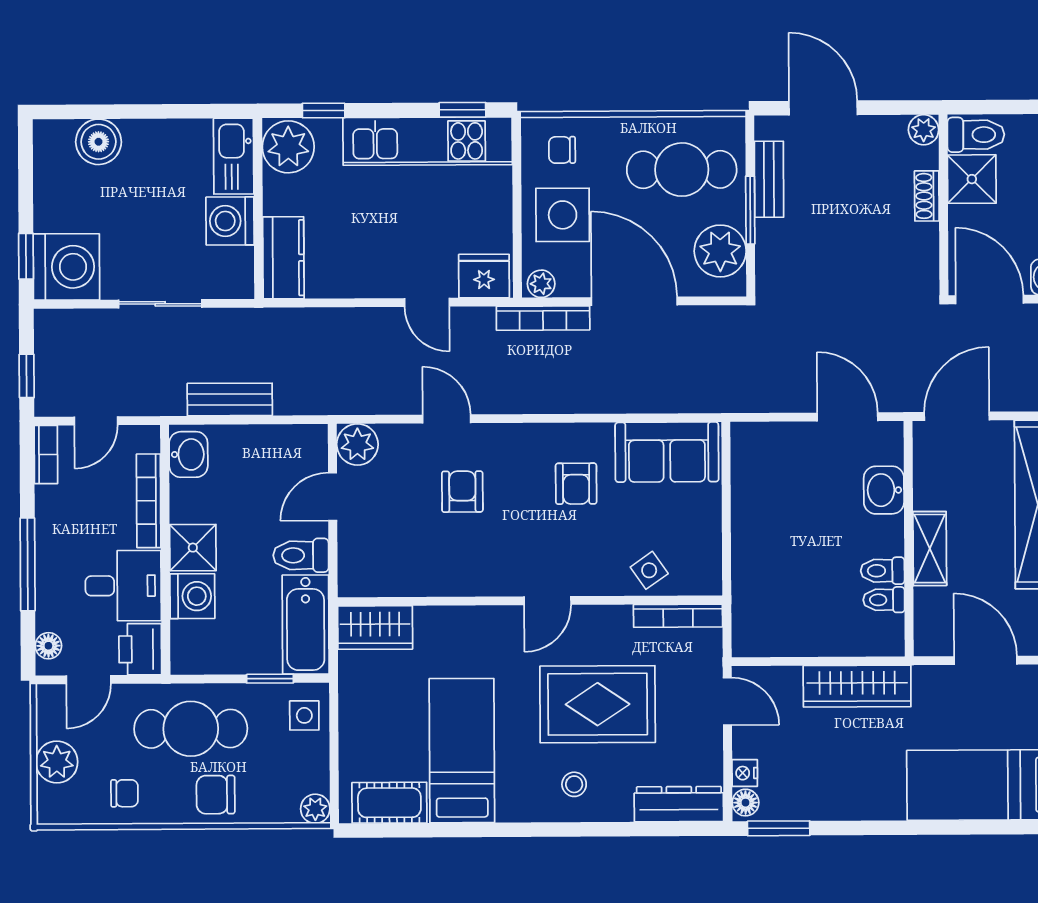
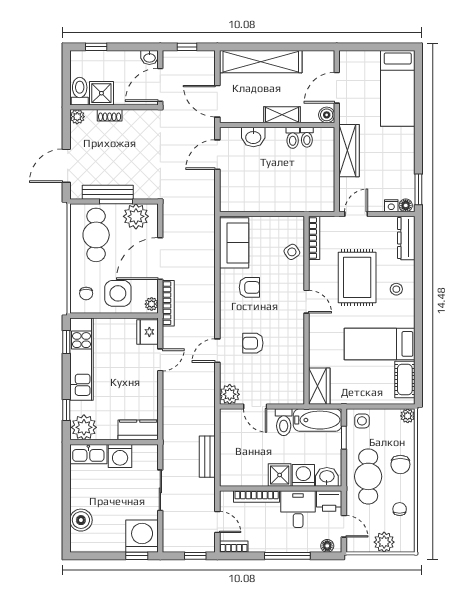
bench: (769, 179) -> (108, 192), width x1.36
washbasin: (188, 454) -> (327, 477), moved
boiler: (930, 640) -> (327, 115), added

